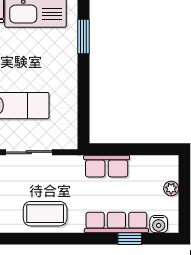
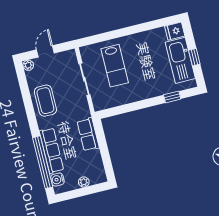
window: (83, 36) -> (172, 97), width x0.67
window: (130, 239) -> (43, 162), width x3.17

